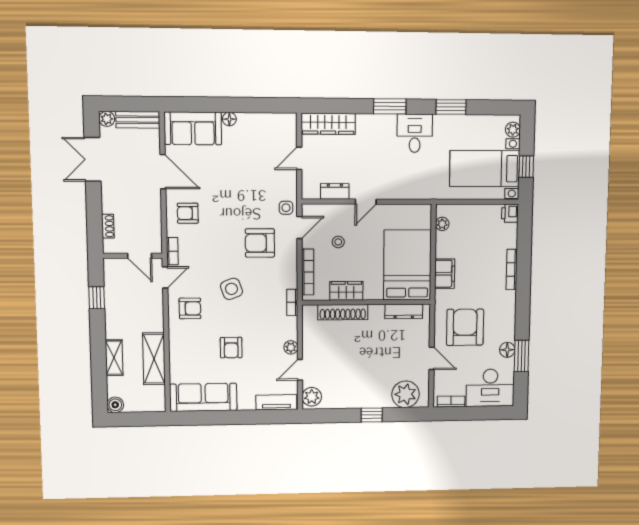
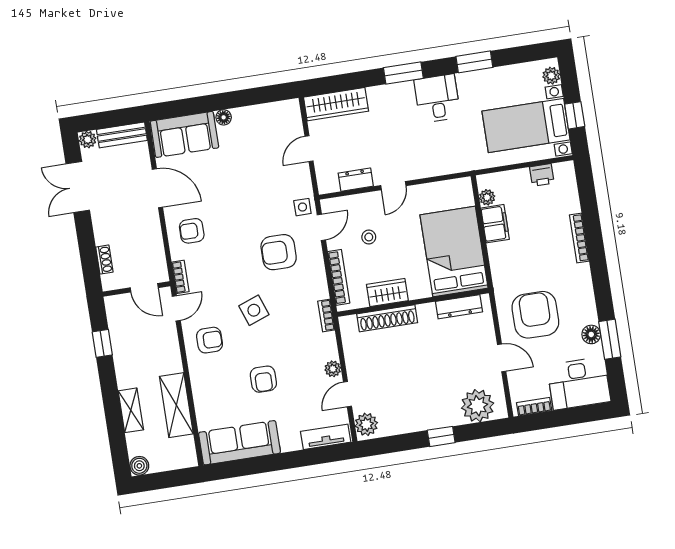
printer: (510, 213) -> (542, 175), moved, turned -90
filing cabinet: (445, 274) -> (495, 224), moved

